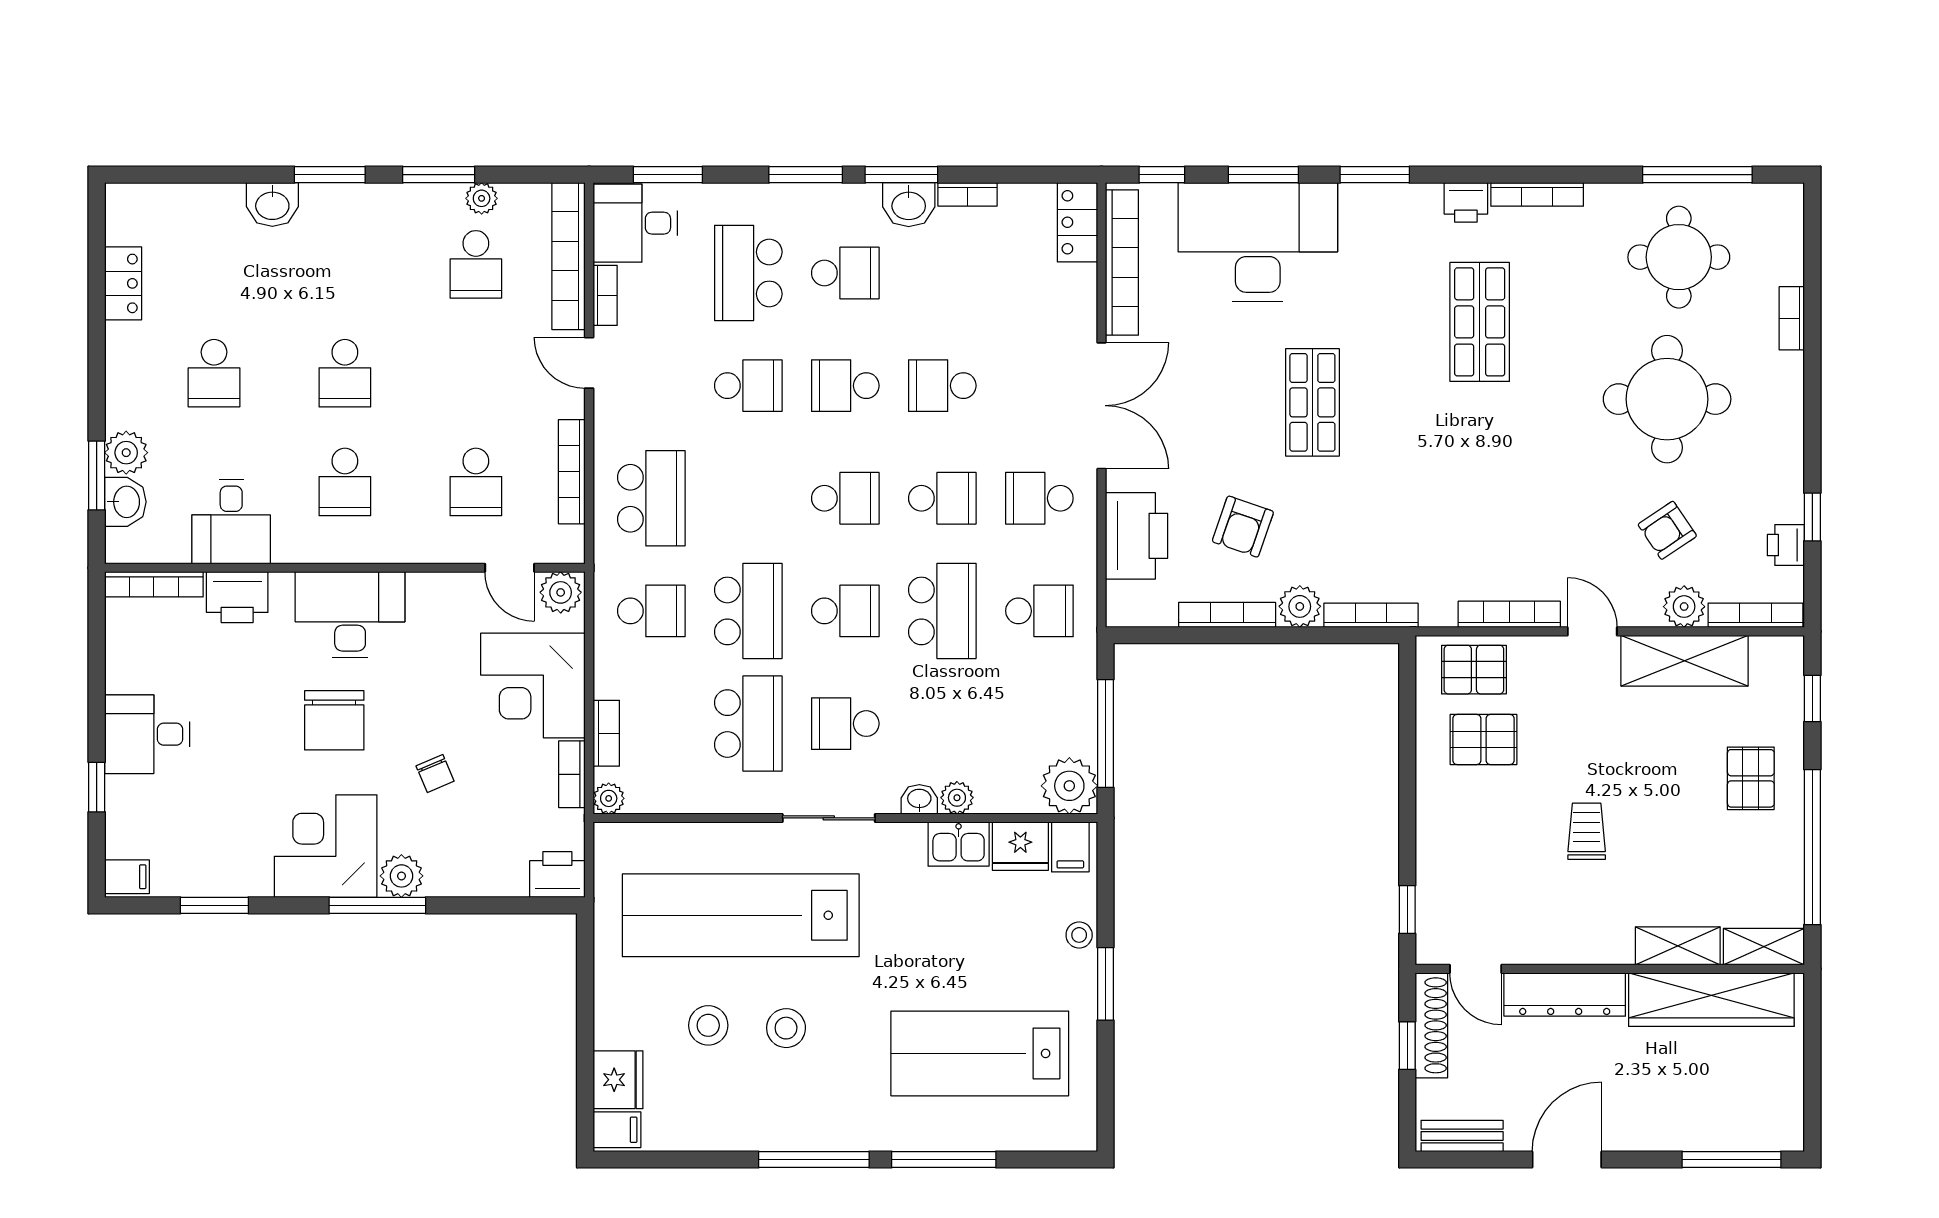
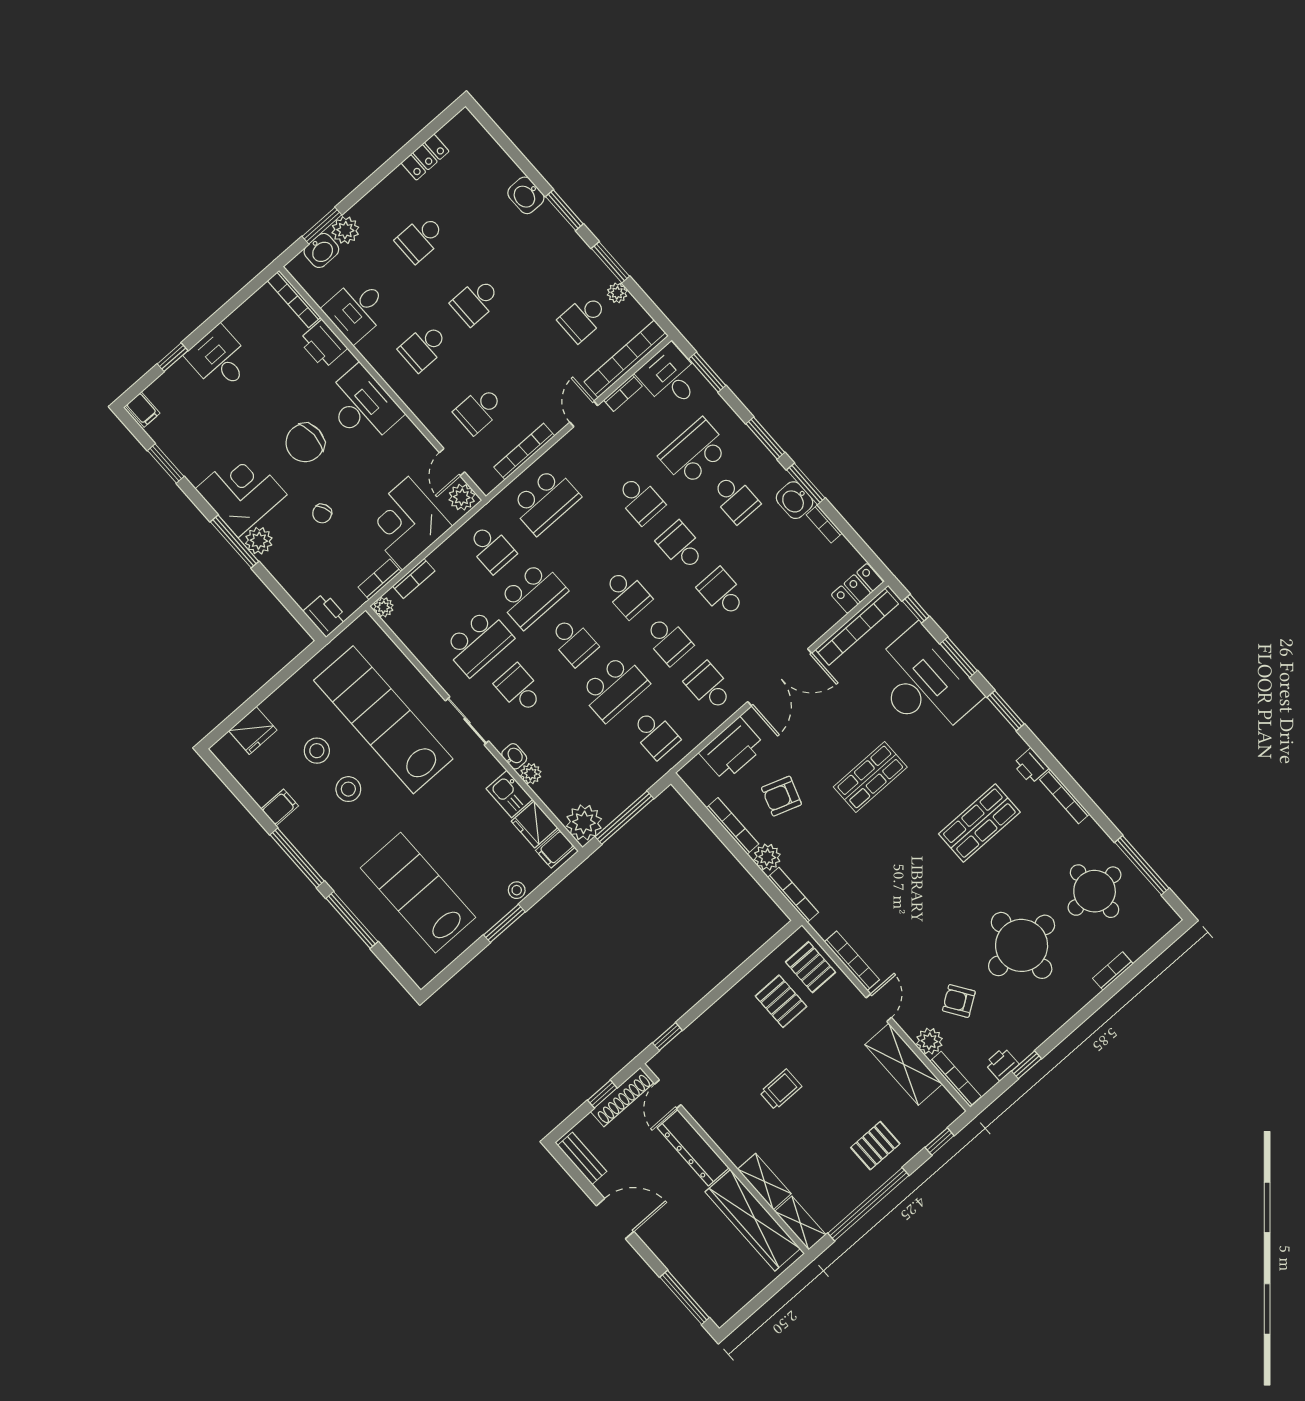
filing cabinet: (617, 1130) -> (280, 807), moved, turned -90

